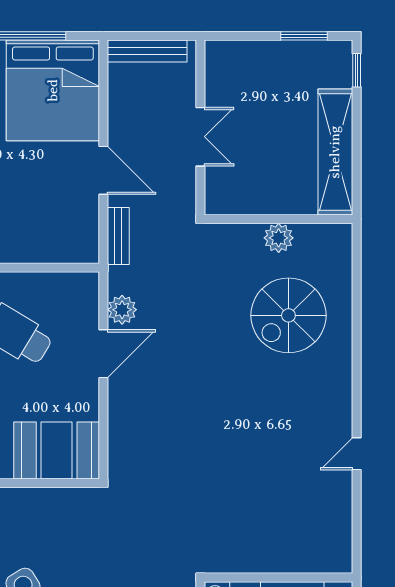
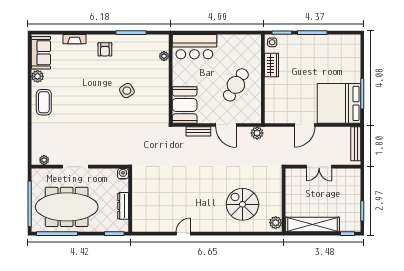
bench: (118, 236) -> (198, 131), moved
plant: (279, 238) -> (276, 223), moved
plant: (122, 310) -> (257, 133), moved
door: (357, 454) -> (183, 234), hinge flipped

